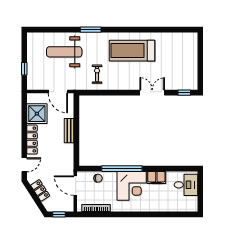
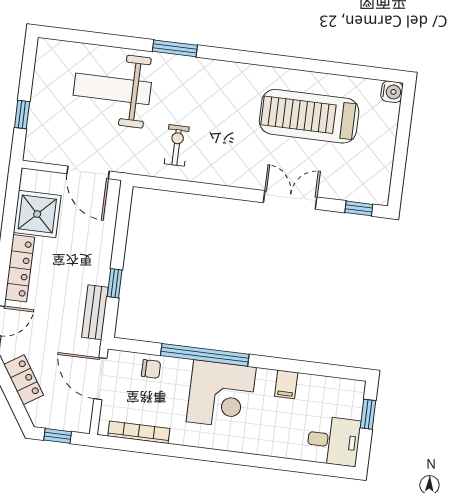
water cooler: (193, 37) -> (392, 92), added
treadmill: (132, 51) -> (309, 116), moved
bench: (69, 131) -> (95, 312), moved
window: (76, 141) -> (115, 283), added
filing cabinet: (156, 178) -> (286, 384), width x0.50
desk: (186, 185) -> (333, 441), moved
window: (200, 187) -> (368, 414), added

